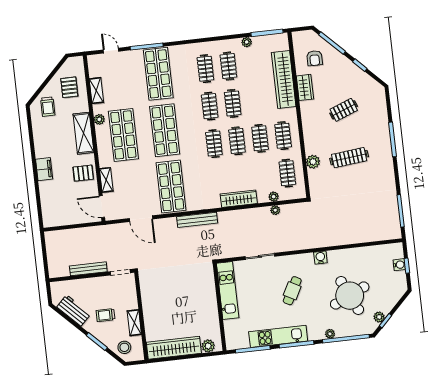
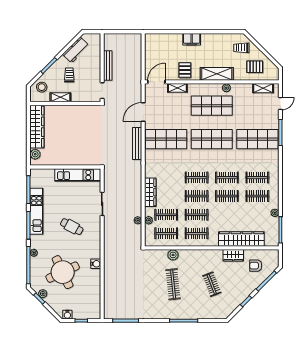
shelving: (96, 91) -> (263, 88), moved
clothes rail: (264, 176) -> (166, 215), added
bench: (197, 220) -> (137, 144), moved
water cooler: (320, 258) -> (96, 264), moved
water cooler: (399, 265) -> (67, 315), moved

